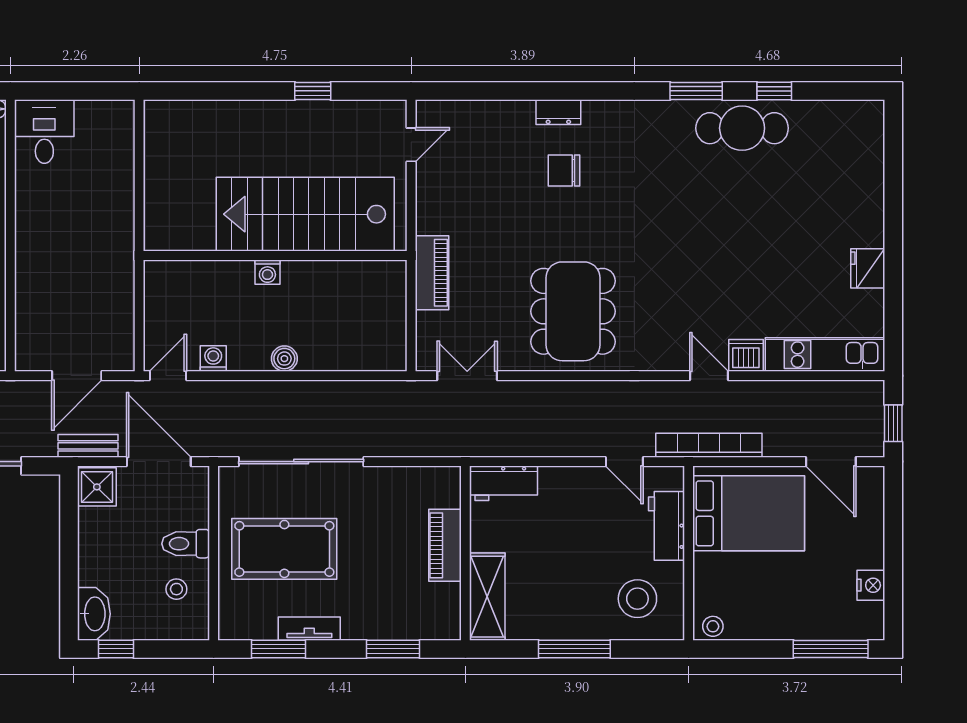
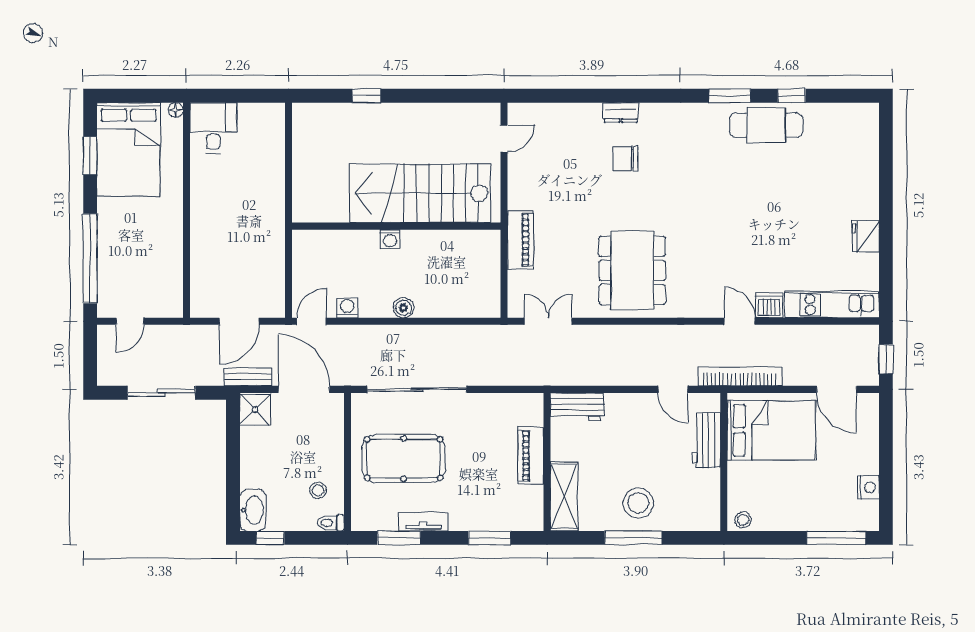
window: (313, 91) -> (367, 96), moved
toilet: (186, 544) -> (331, 523), moved, width x0.73, depth x0.72
stool: (637, 599) -> (638, 503), moved

